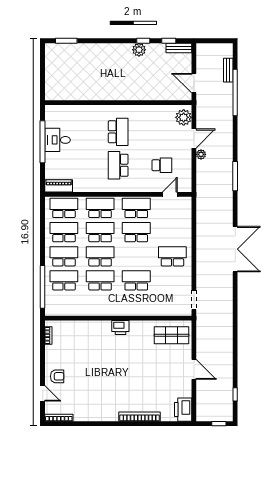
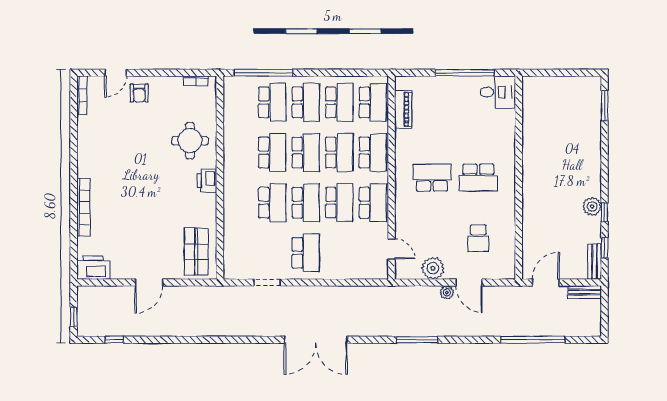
bench: (228, 70) -> (585, 292), moved
plant: (184, 117) -> (433, 268), moved
desk: (57, 140) -> (498, 92), moved, turned 90
school desk: (162, 165) -> (478, 238), moved
piano: (59, 186) -> (403, 109), moved
school desk: (136, 256) -> (306, 203), added
doorway: (194, 300) -> (267, 282), moved
round table: (92, 340) -> (190, 141), added

